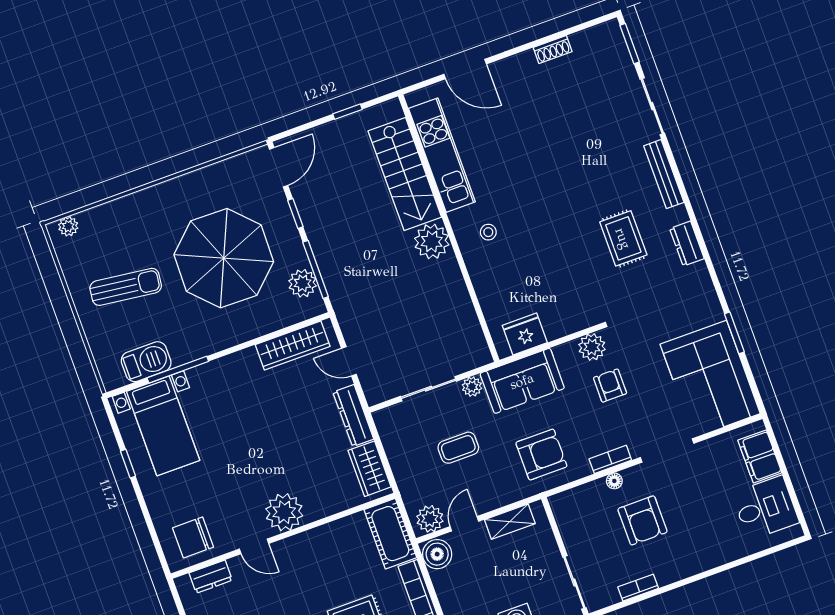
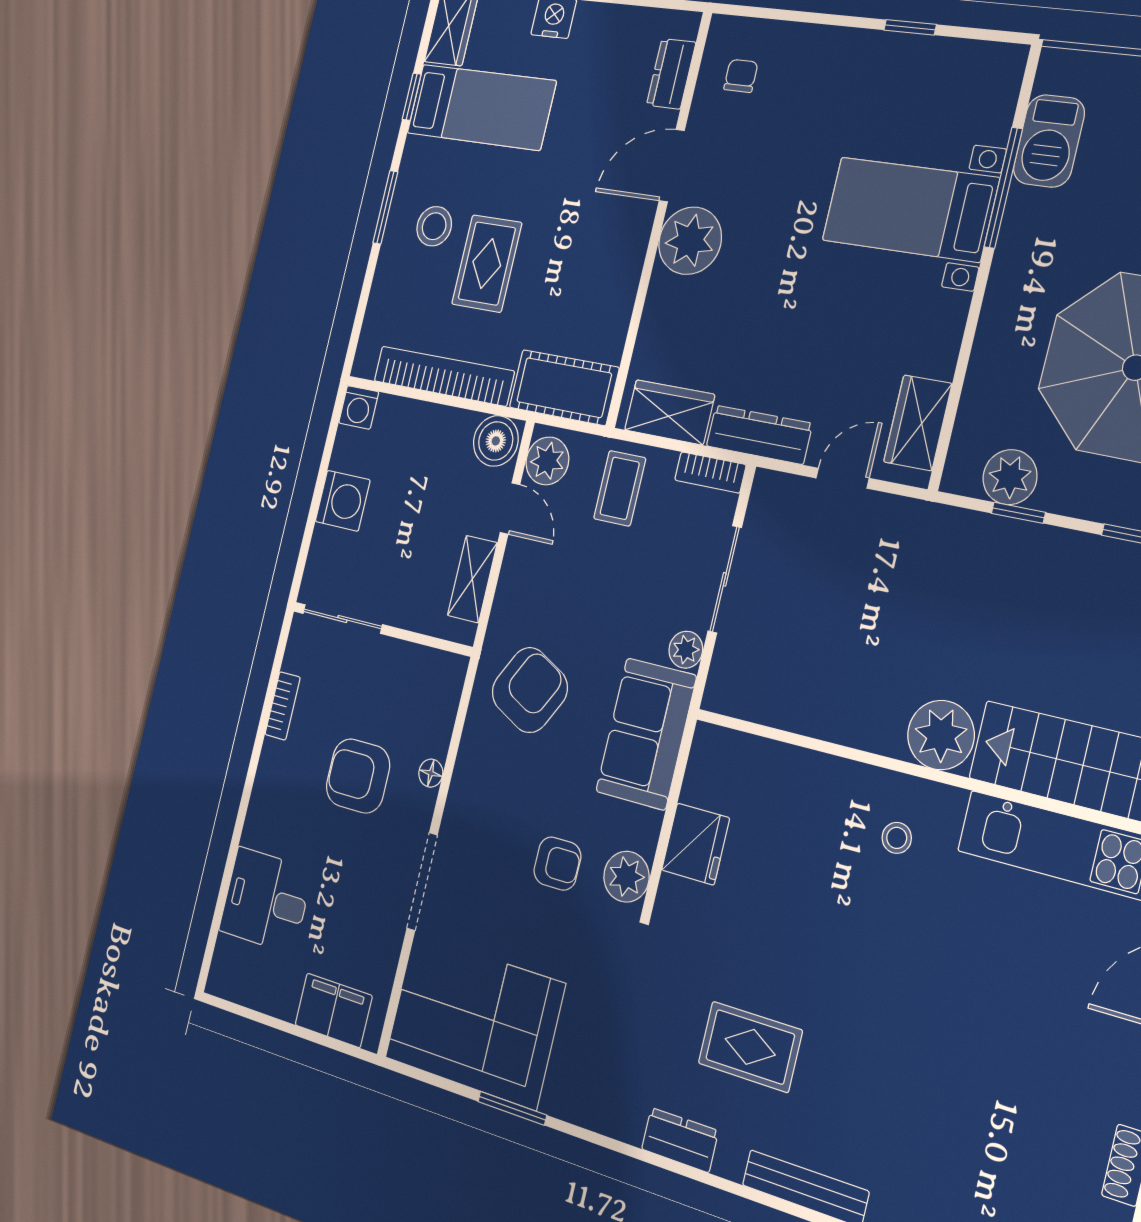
window: (316, 269) -> (1018, 513), width x0.46
fridge: (525, 334) -> (696, 844), moved
wardrobe: (293, 346) -> (918, 423), width x0.67
bed with nightstands: (163, 426) -> (910, 209), moved
coffee table: (458, 448) -> (620, 488), moved
armchair: (541, 455) -> (530, 690), turned -152
bookcase: (610, 459) -> (710, 472), moved, turned 90
desk: (765, 508) -> (266, 900), moved, turned 90
chair: (193, 537) -> (741, 76), width x0.54, depth x0.54
door: (254, 546) -> (672, 166), width x1.37

